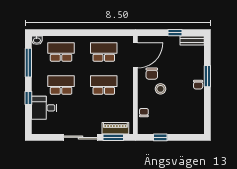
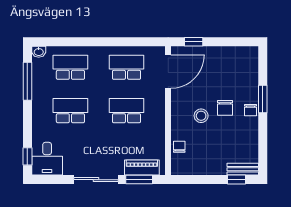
window: (175, 33) -> (194, 42), moved
bench: (192, 40) -> (243, 169), moved
chair: (152, 74) -> (225, 108), moved
window: (28, 98) -> (27, 156), moved
desk: (44, 108) -> (47, 159), moved, turned -90
window: (160, 137) -> (236, 180), moved

